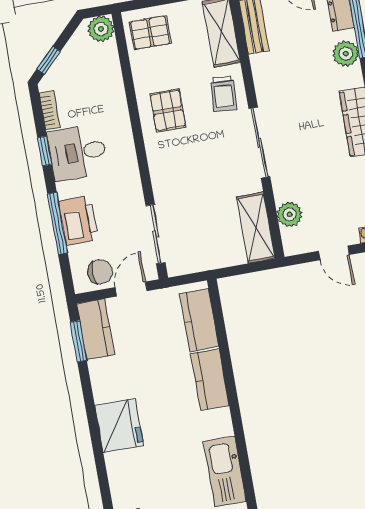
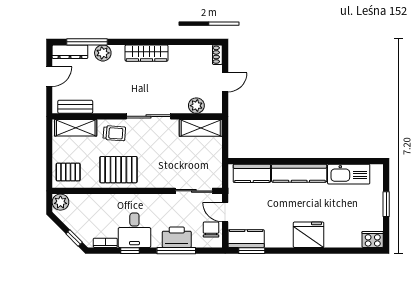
pallet: (150, 33) -> (68, 172), turned 90
pallet: (168, 110) -> (118, 170), width x1.50, depth x1.42
kitchen counter: (210, 379) -> (299, 173), width x1.50

